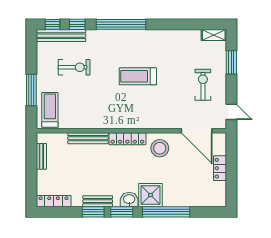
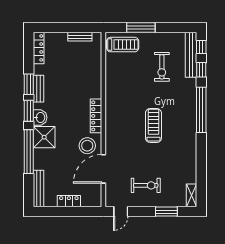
door: (197, 131) -> (103, 169), moved
bench: (88, 138) -> (39, 188), moved

